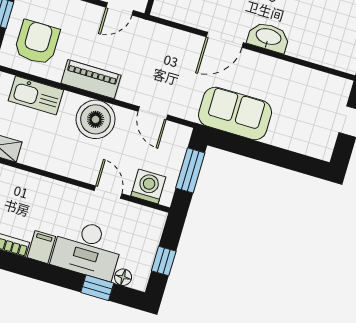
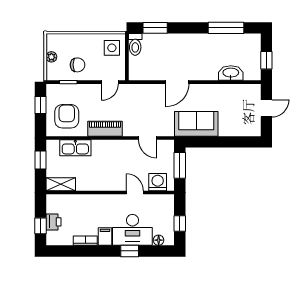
washbasin: (268, 37) -> (231, 73), moved
boiler: (96, 119) -> (115, 152), removed
window: (97, 288) -> (130, 251), moved

